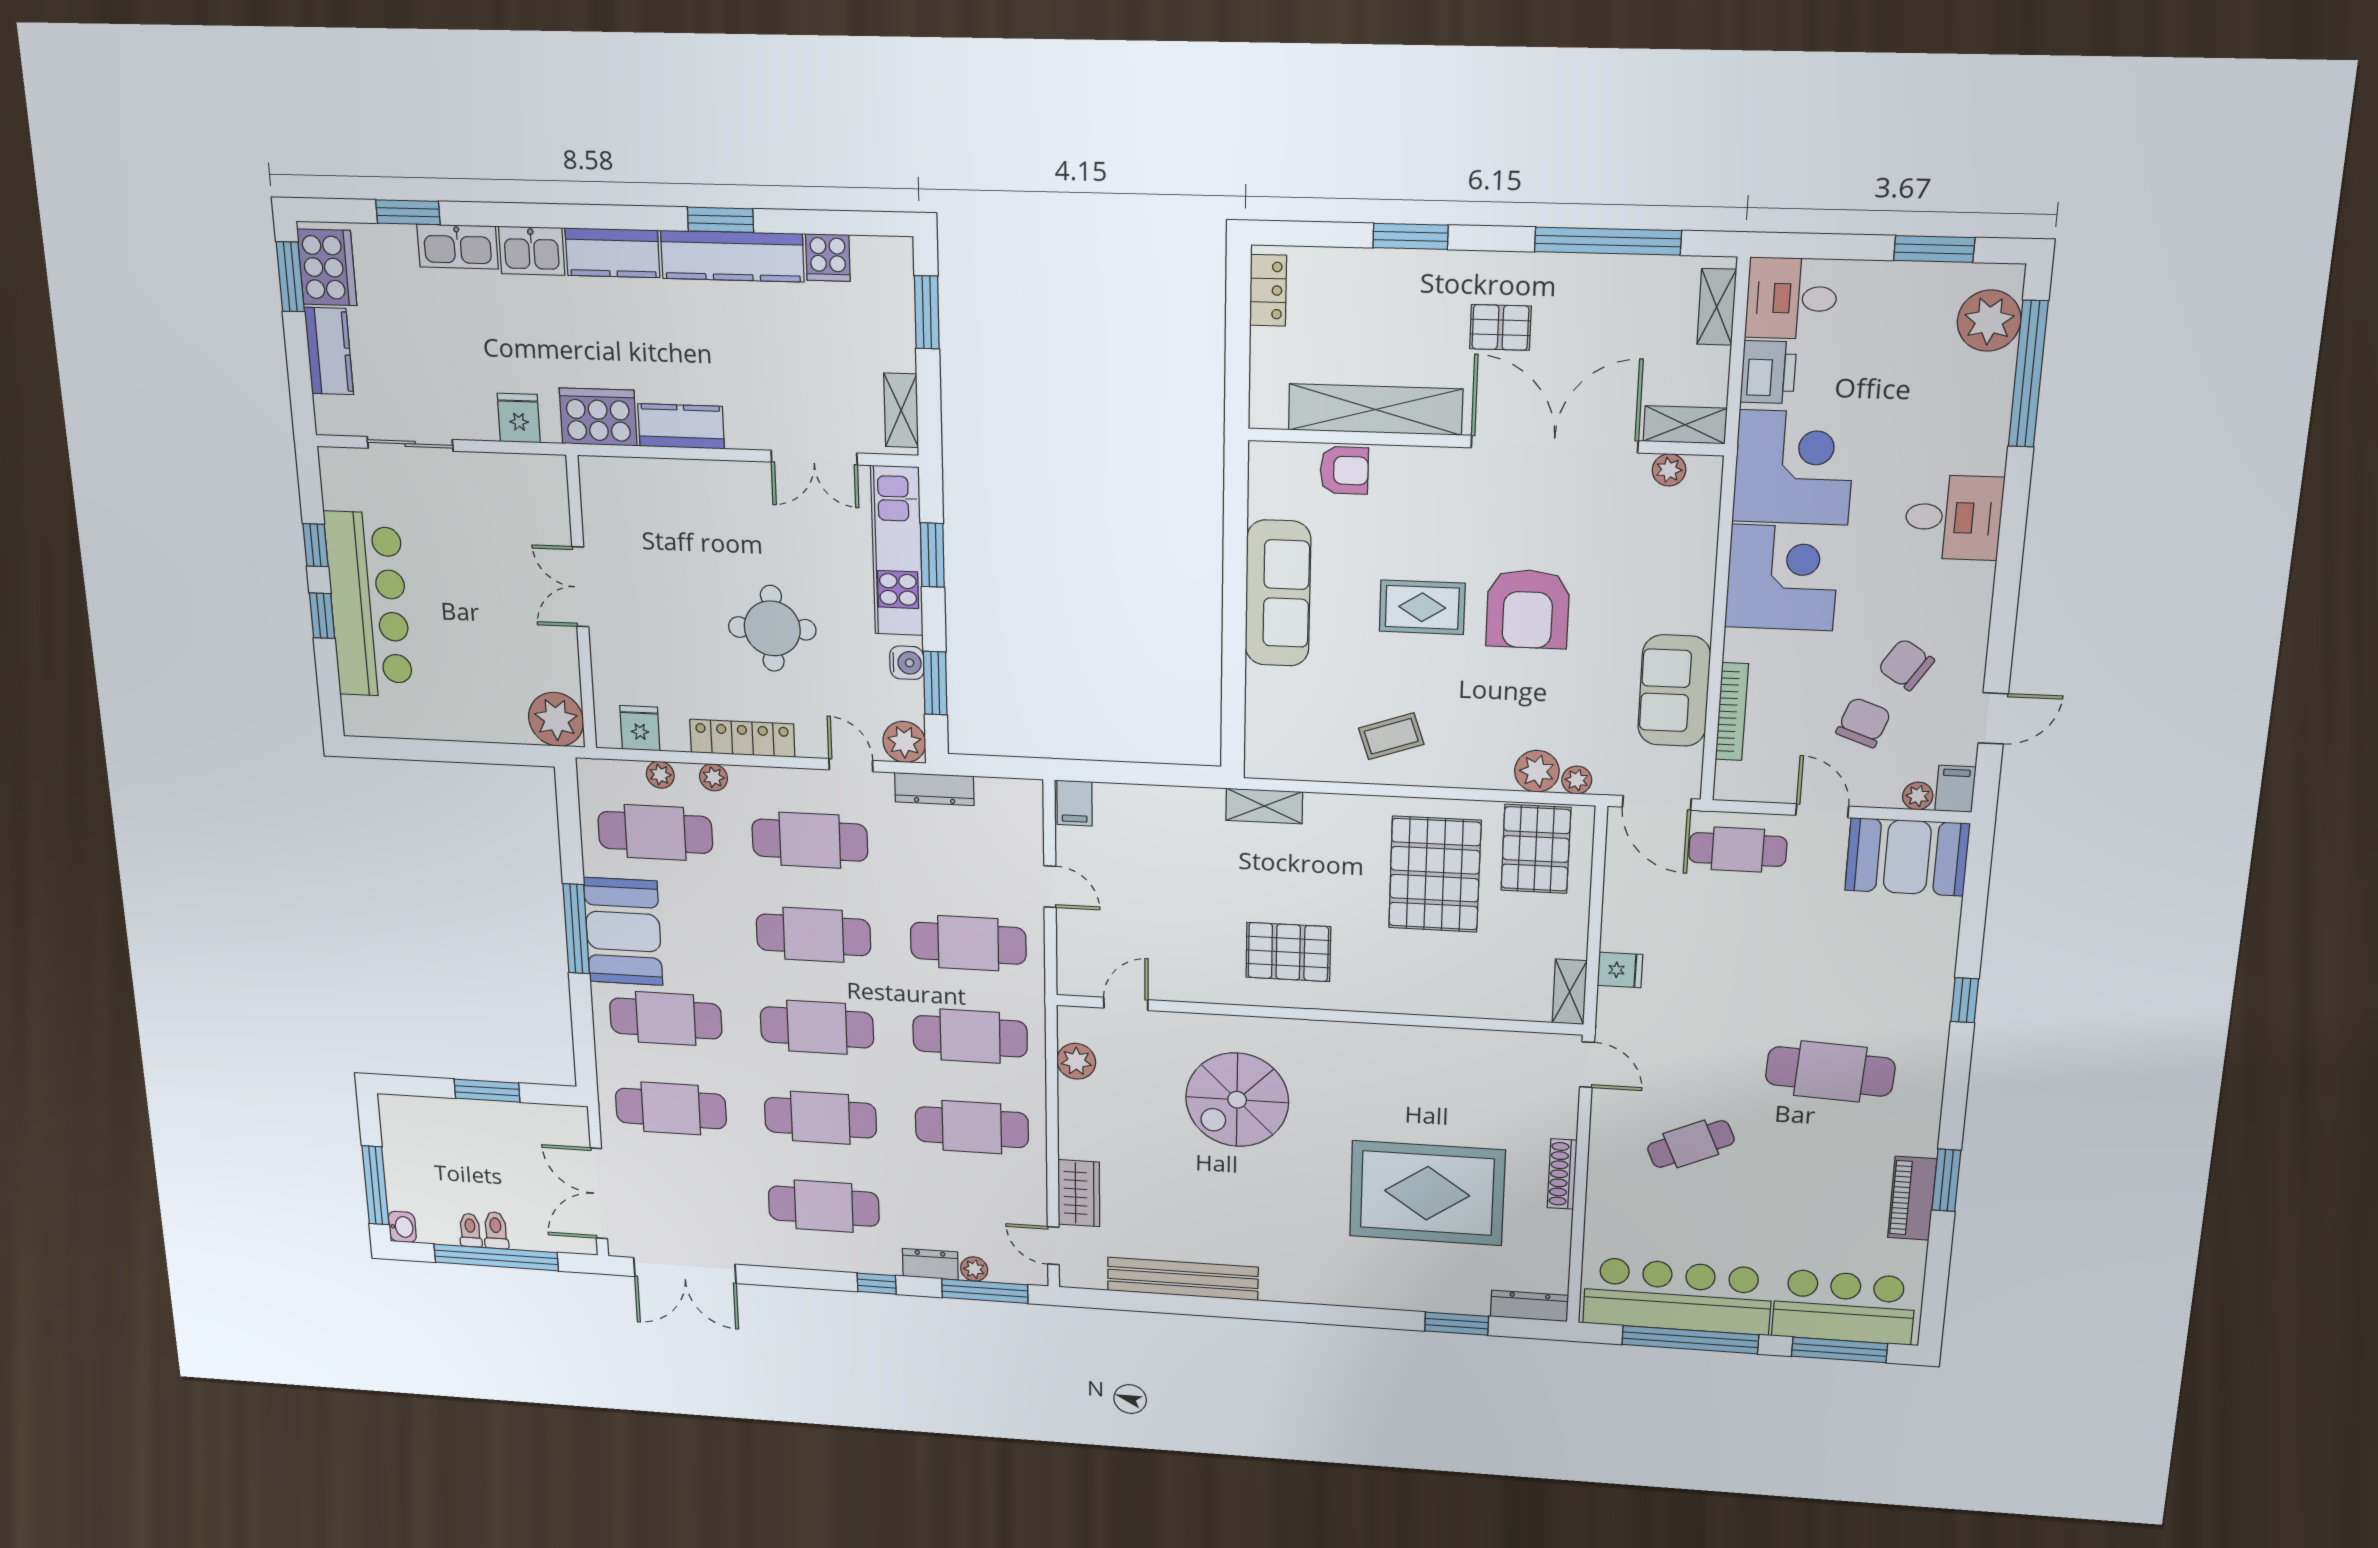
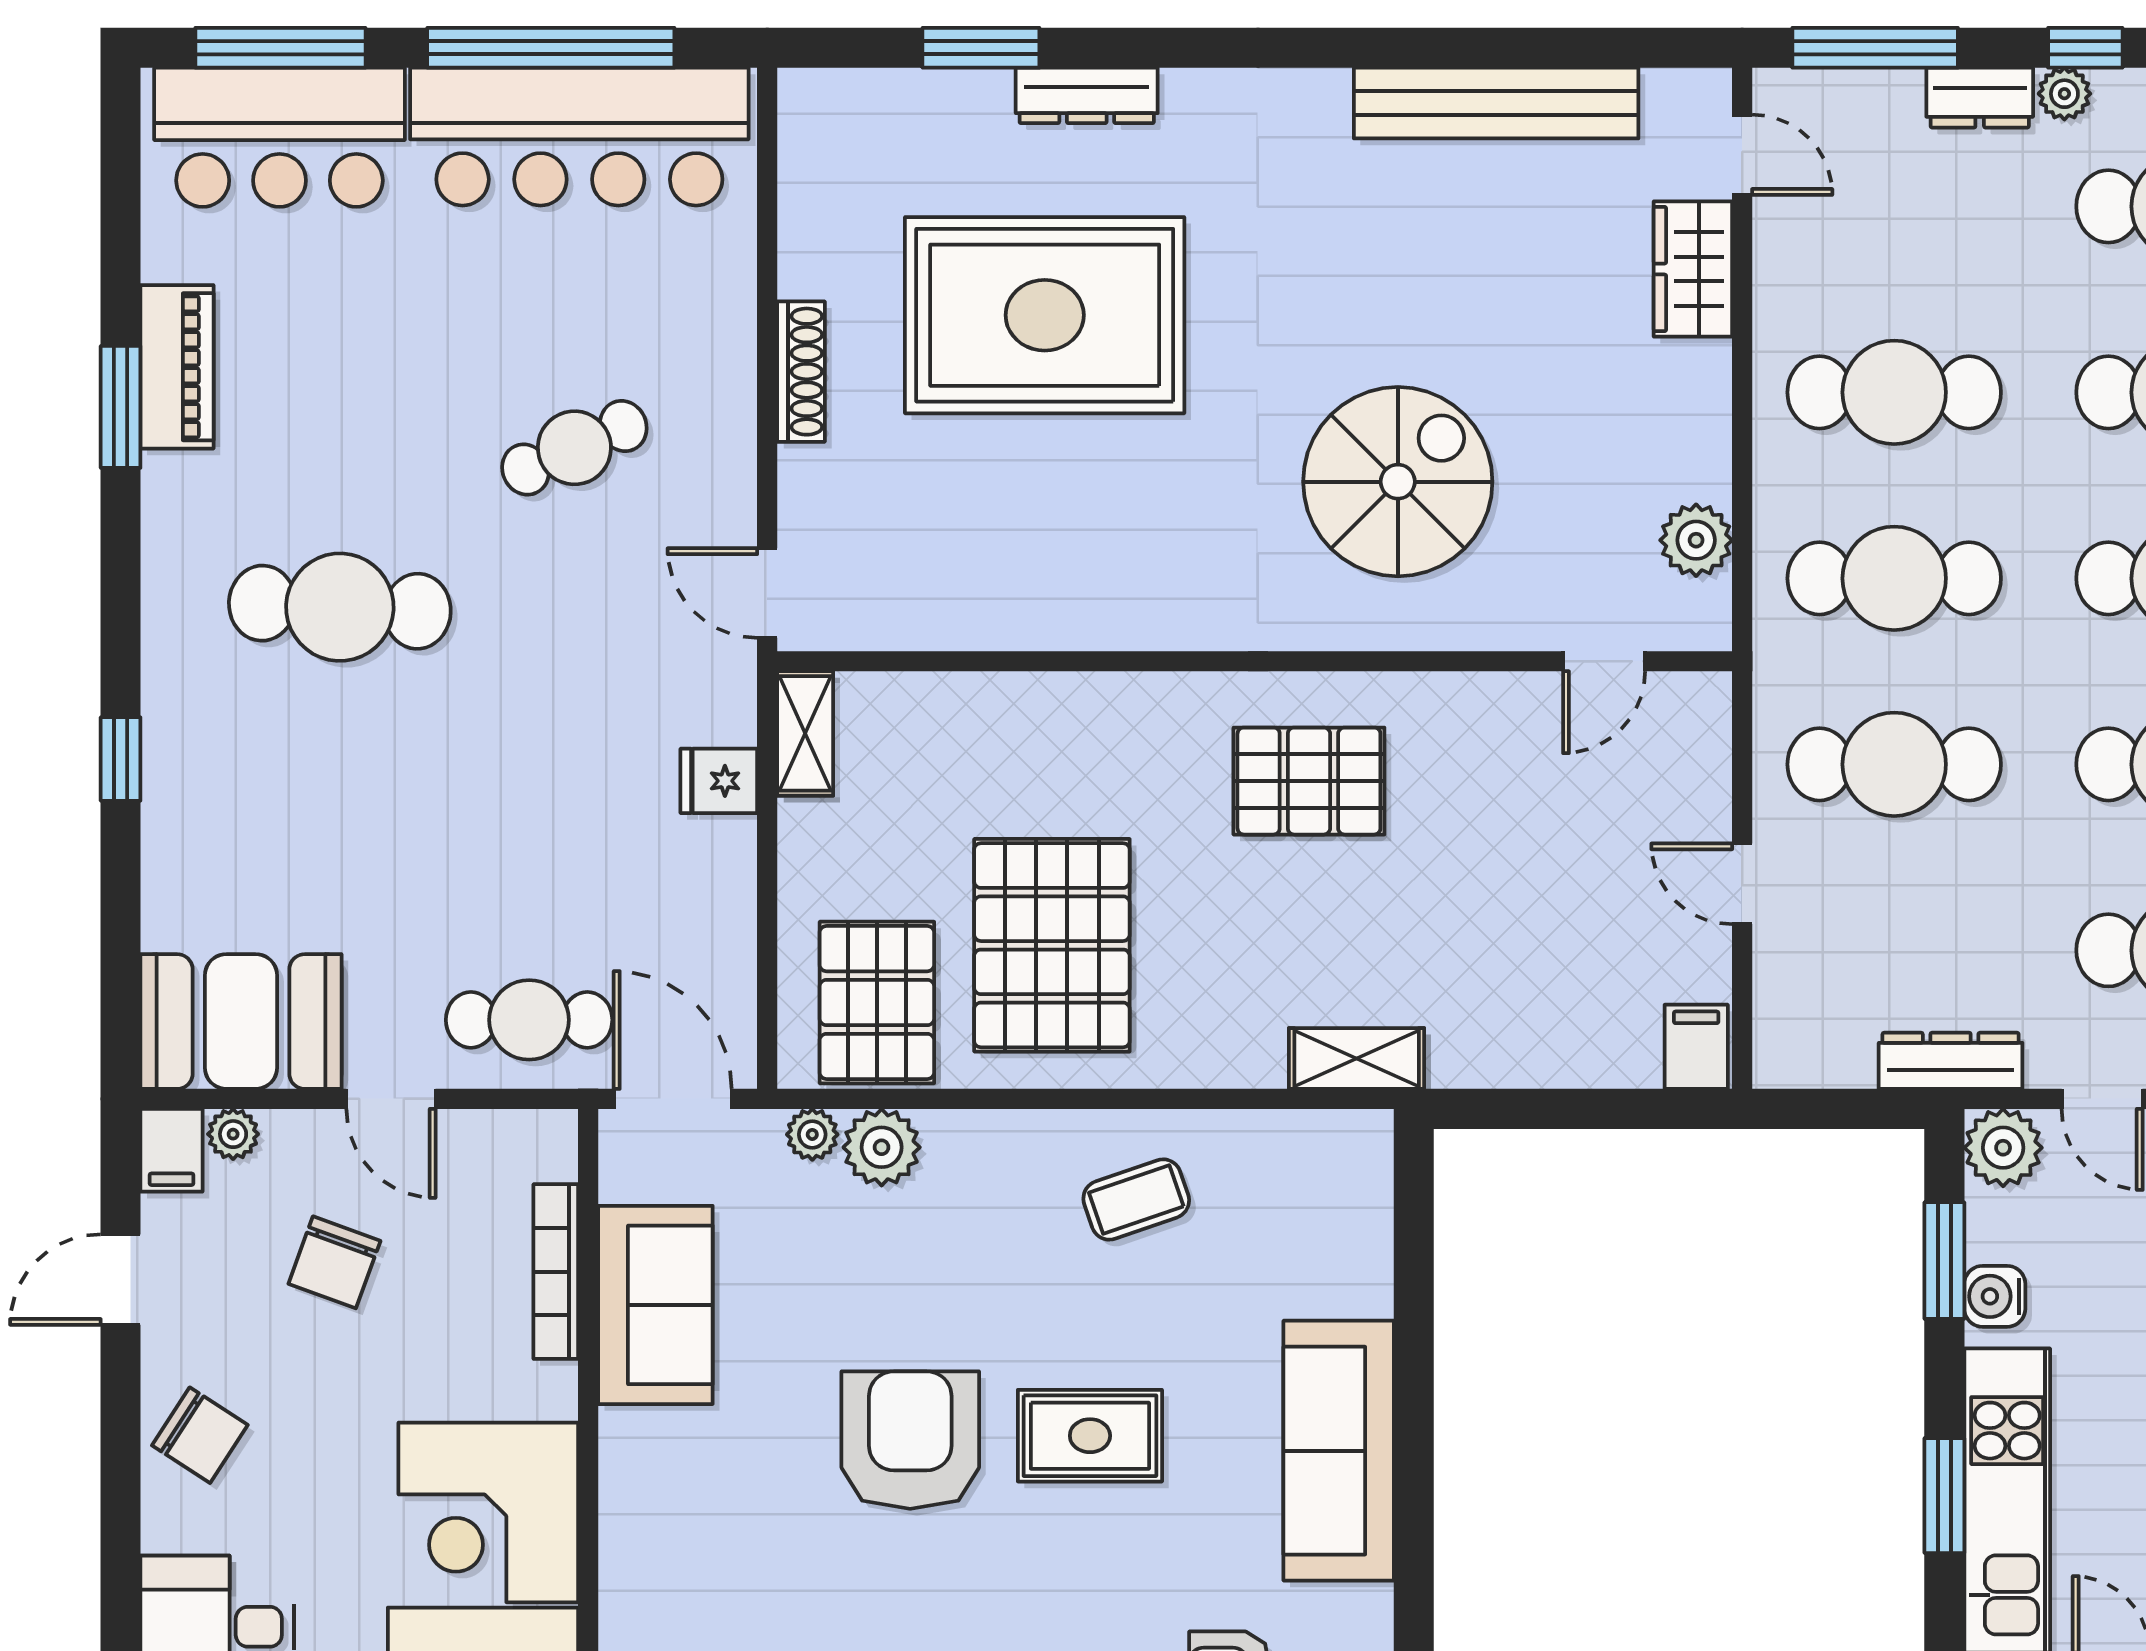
chair: (1906, 665) -> (200, 1435), moved
plant: (974, 1269) -> (2064, 94), moved
dresser: (1529, 1306) -> (1087, 95), moved

